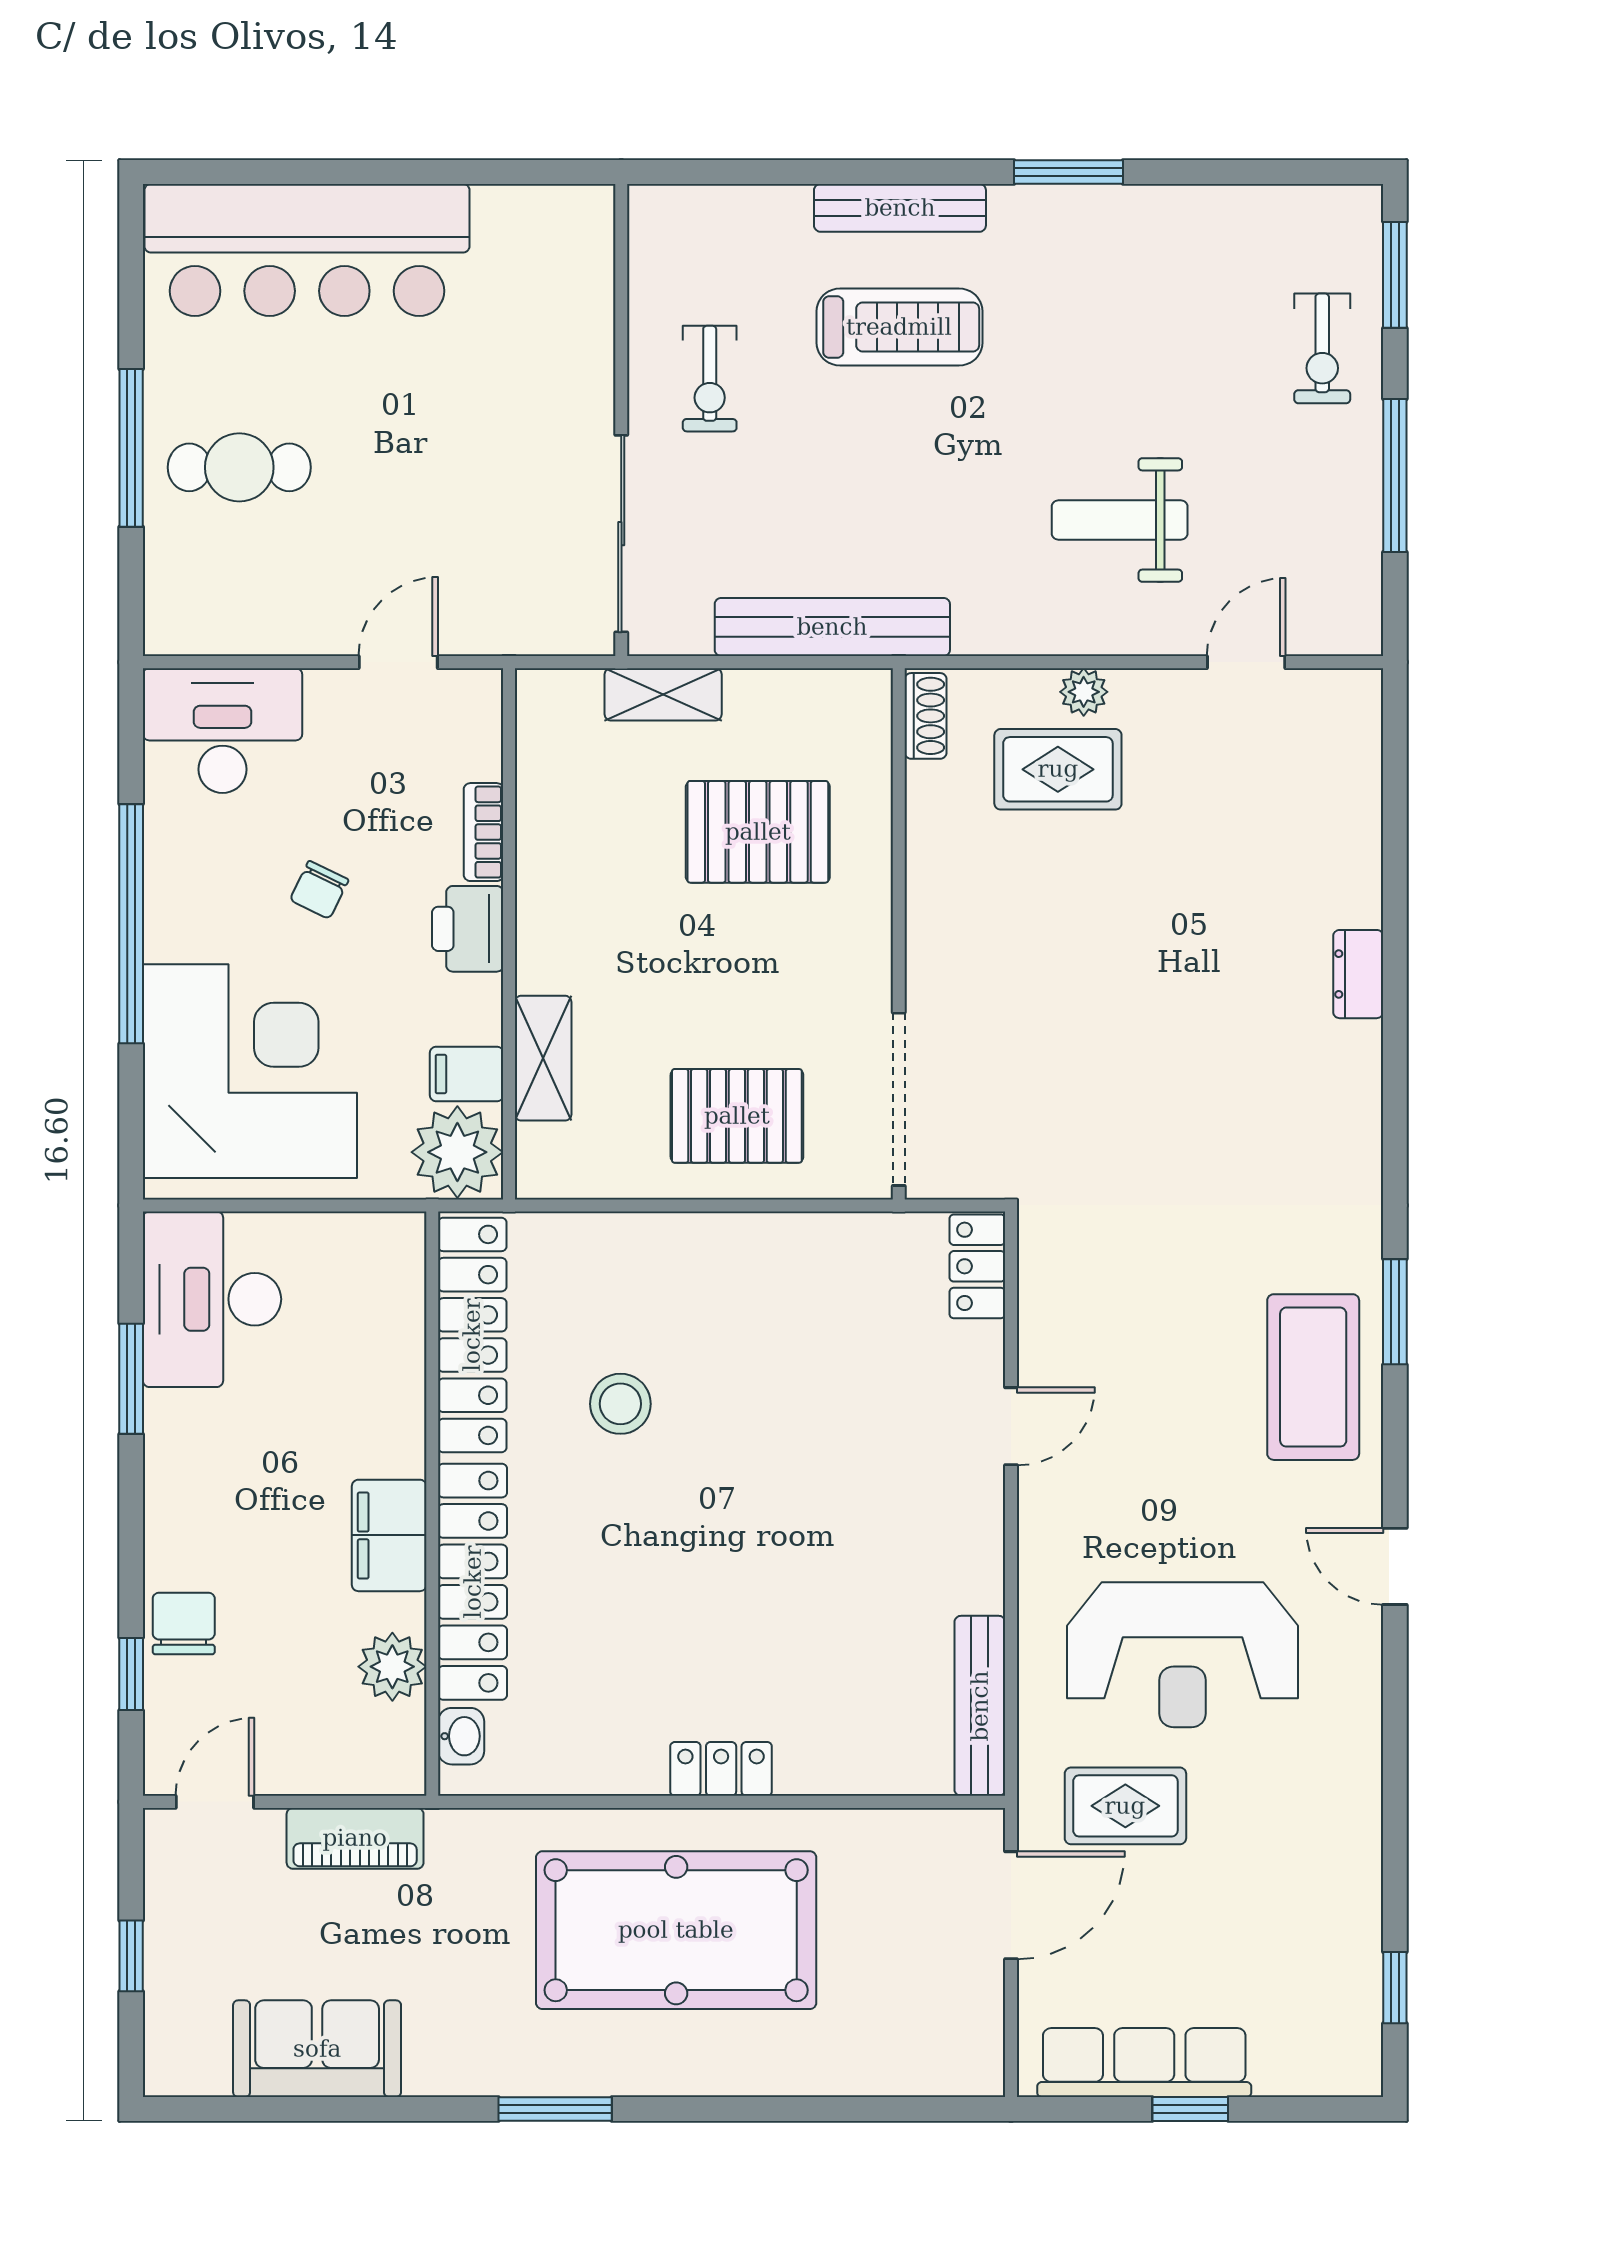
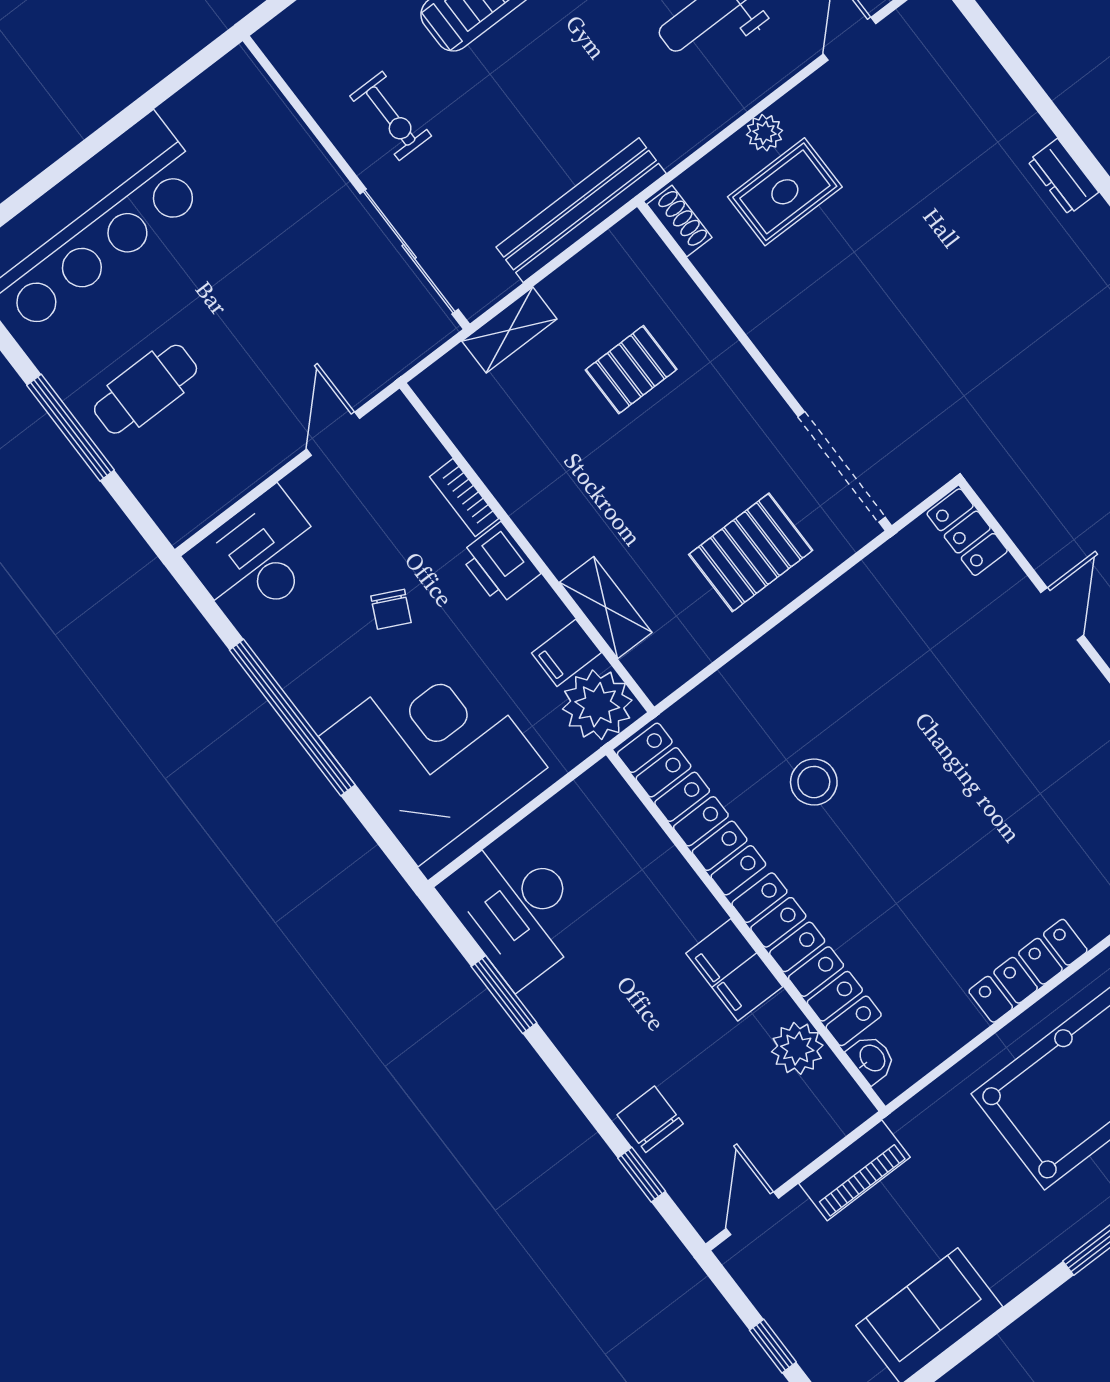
pallet: (758, 832) -> (631, 370), width x0.67, depth x0.71
locker: (721, 1769) -> (1028, 971), width x1.53

